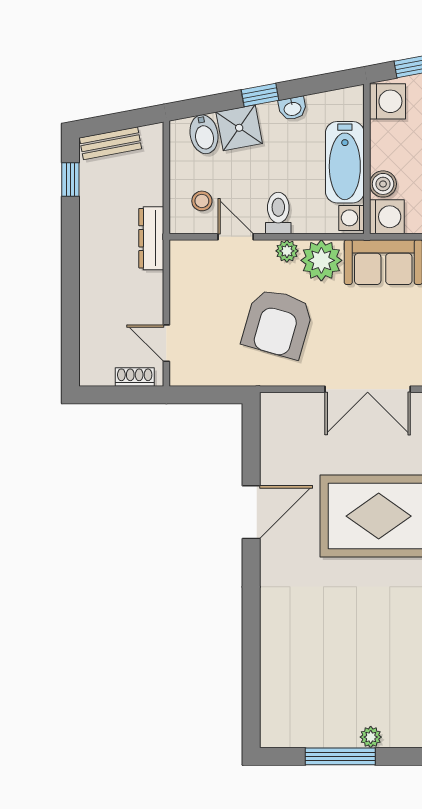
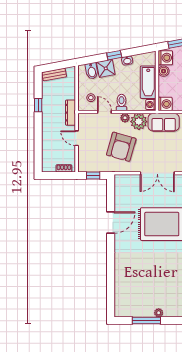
window: (70, 179) -> (38, 105), moved
boiler: (383, 184) -> (164, 71), moved
door: (166, 343) -> (77, 138), moved
window: (208, 395) -> (93, 176), added

